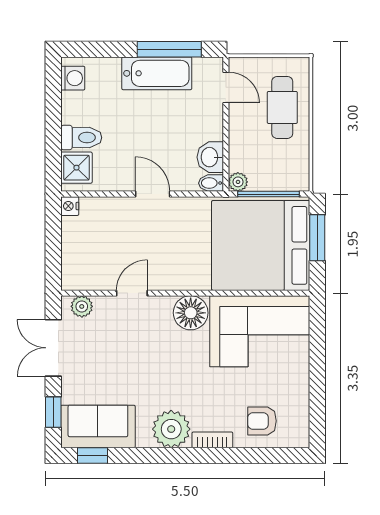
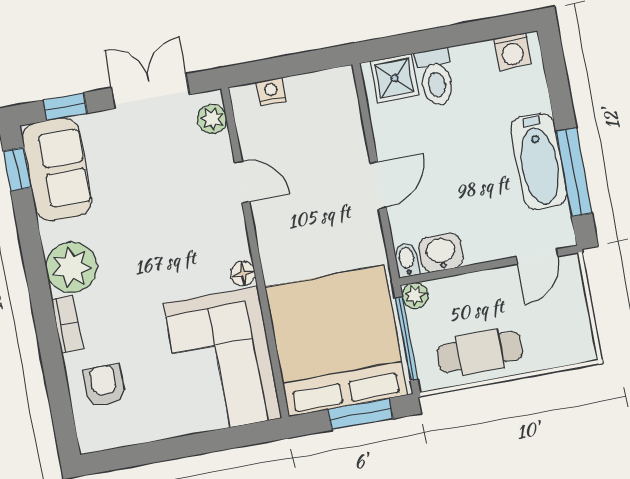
cafe table: (282, 107) -> (480, 352), moved
nightstand: (70, 206) -> (271, 92), moved
floor lamp: (191, 313) -> (243, 273), width x0.53, depth x0.53

